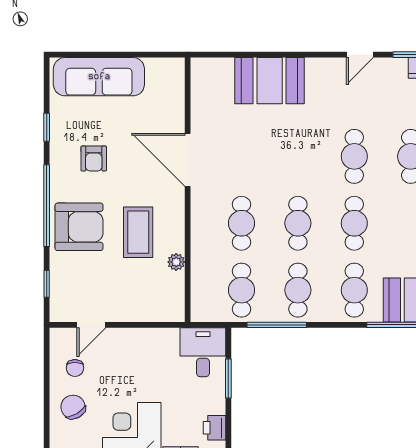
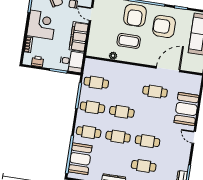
door: (360, 55) -> (194, 137), moved
armchair: (94, 159) -> (164, 26), width x1.88, depth x1.88
door: (188, 160) -> (168, 69), moved
cafe table: (242, 223) -> (155, 92), moved
filing cabinet: (146, 345) -> (79, 37), added

